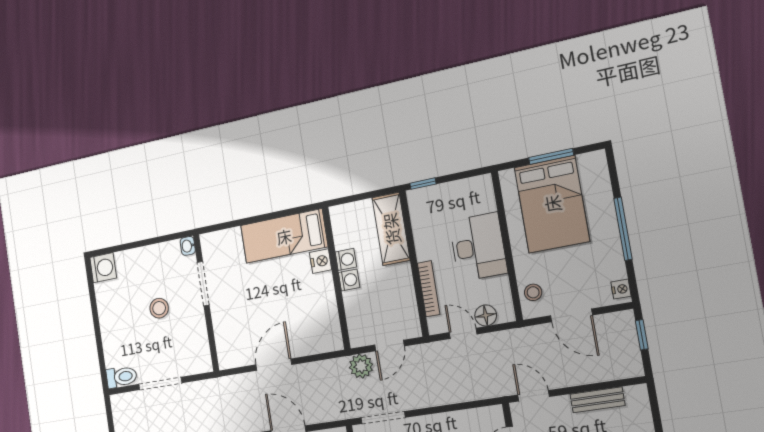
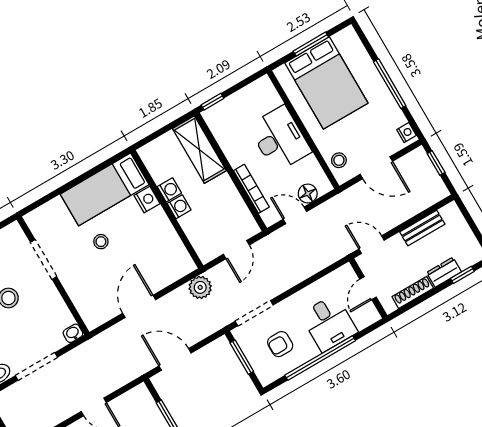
washbasin: (188, 246) -> (73, 333), moved, turned 90
stool: (262, 287) -> (101, 242), added
plant: (361, 366) -> (200, 287), moved

